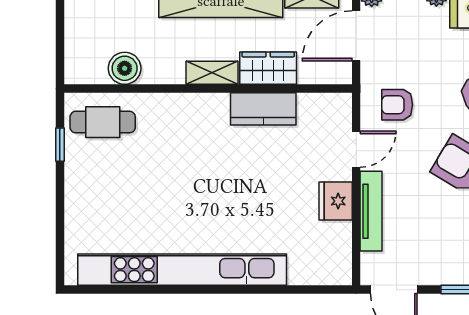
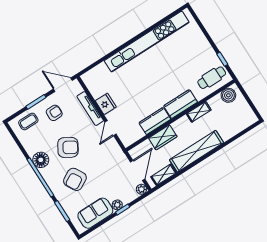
boiler: (125, 68) -> (228, 95), moved
shelving: (212, 73) -> (199, 112), moved
armchair: (397, 105) -> (54, 113), moved
kitchen counter: (194, 110) -> (181, 104), added

